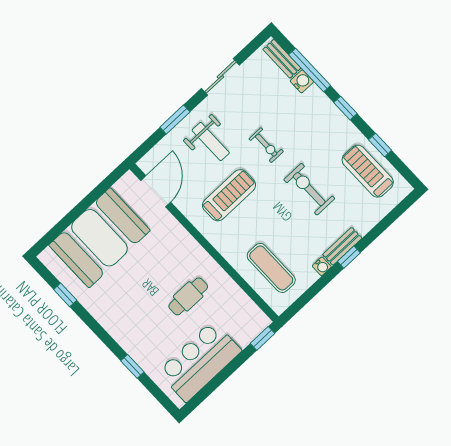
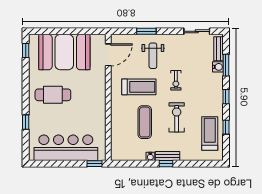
window: (310, 70) -> (226, 65), width x0.69
sliding door: (220, 77) -> (197, 31), moved
exercise mat: (271, 268) -> (145, 122), moved
window: (65, 295) -> (26, 50), moved
cafe table: (188, 296) -> (53, 95), moved, width x1.37, depth x1.35
bar counter: (200, 361) -> (66, 148), width x1.36

